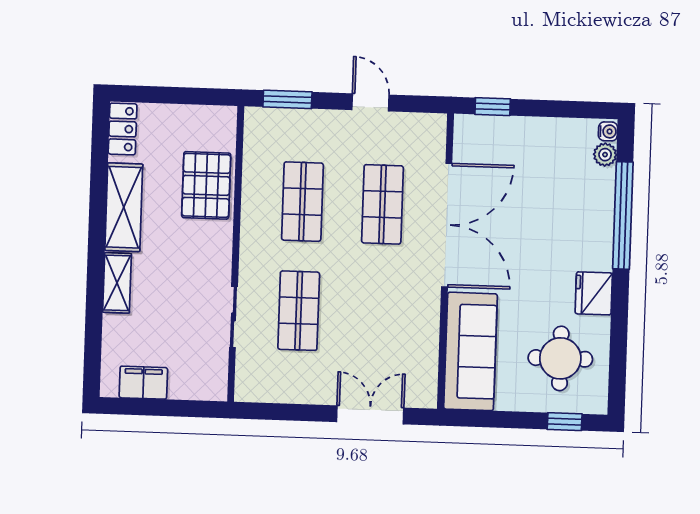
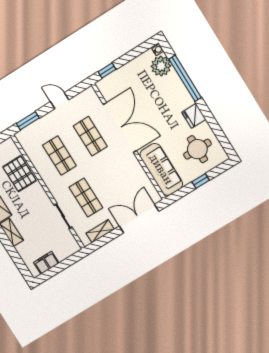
plant: (605, 155) -> (161, 66), width x1.87, depth x1.87
shelving: (283, 390) -> (100, 231), added
double door: (370, 415) -> (139, 219), width x1.37
window: (565, 422) -> (201, 181), moved

